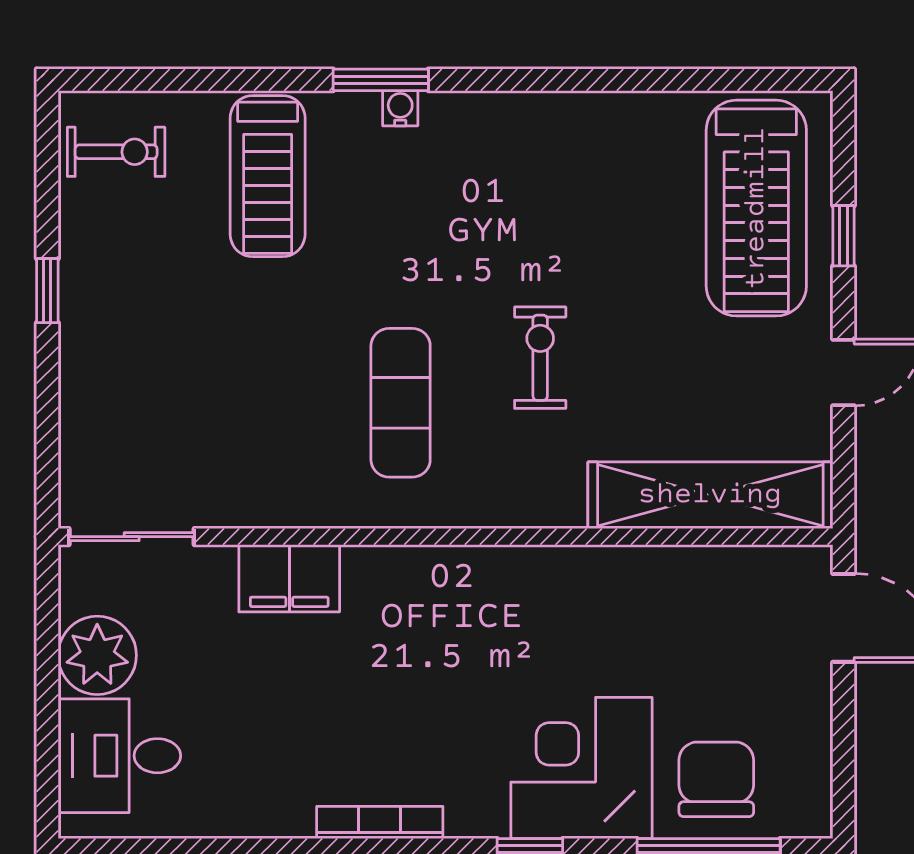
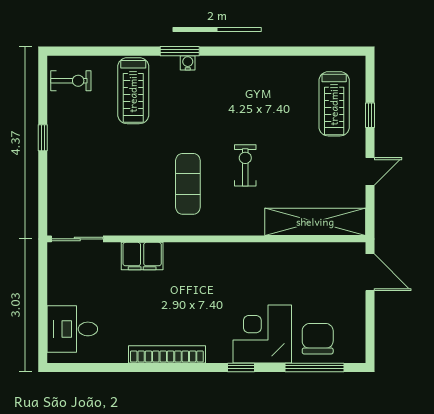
treadmill: (756, 208) -> (334, 104), width x0.73, depth x0.73
plant: (97, 655) -> (63, 288), removed
bookcase: (380, 822) -> (167, 354), width x1.48, depth x1.31

